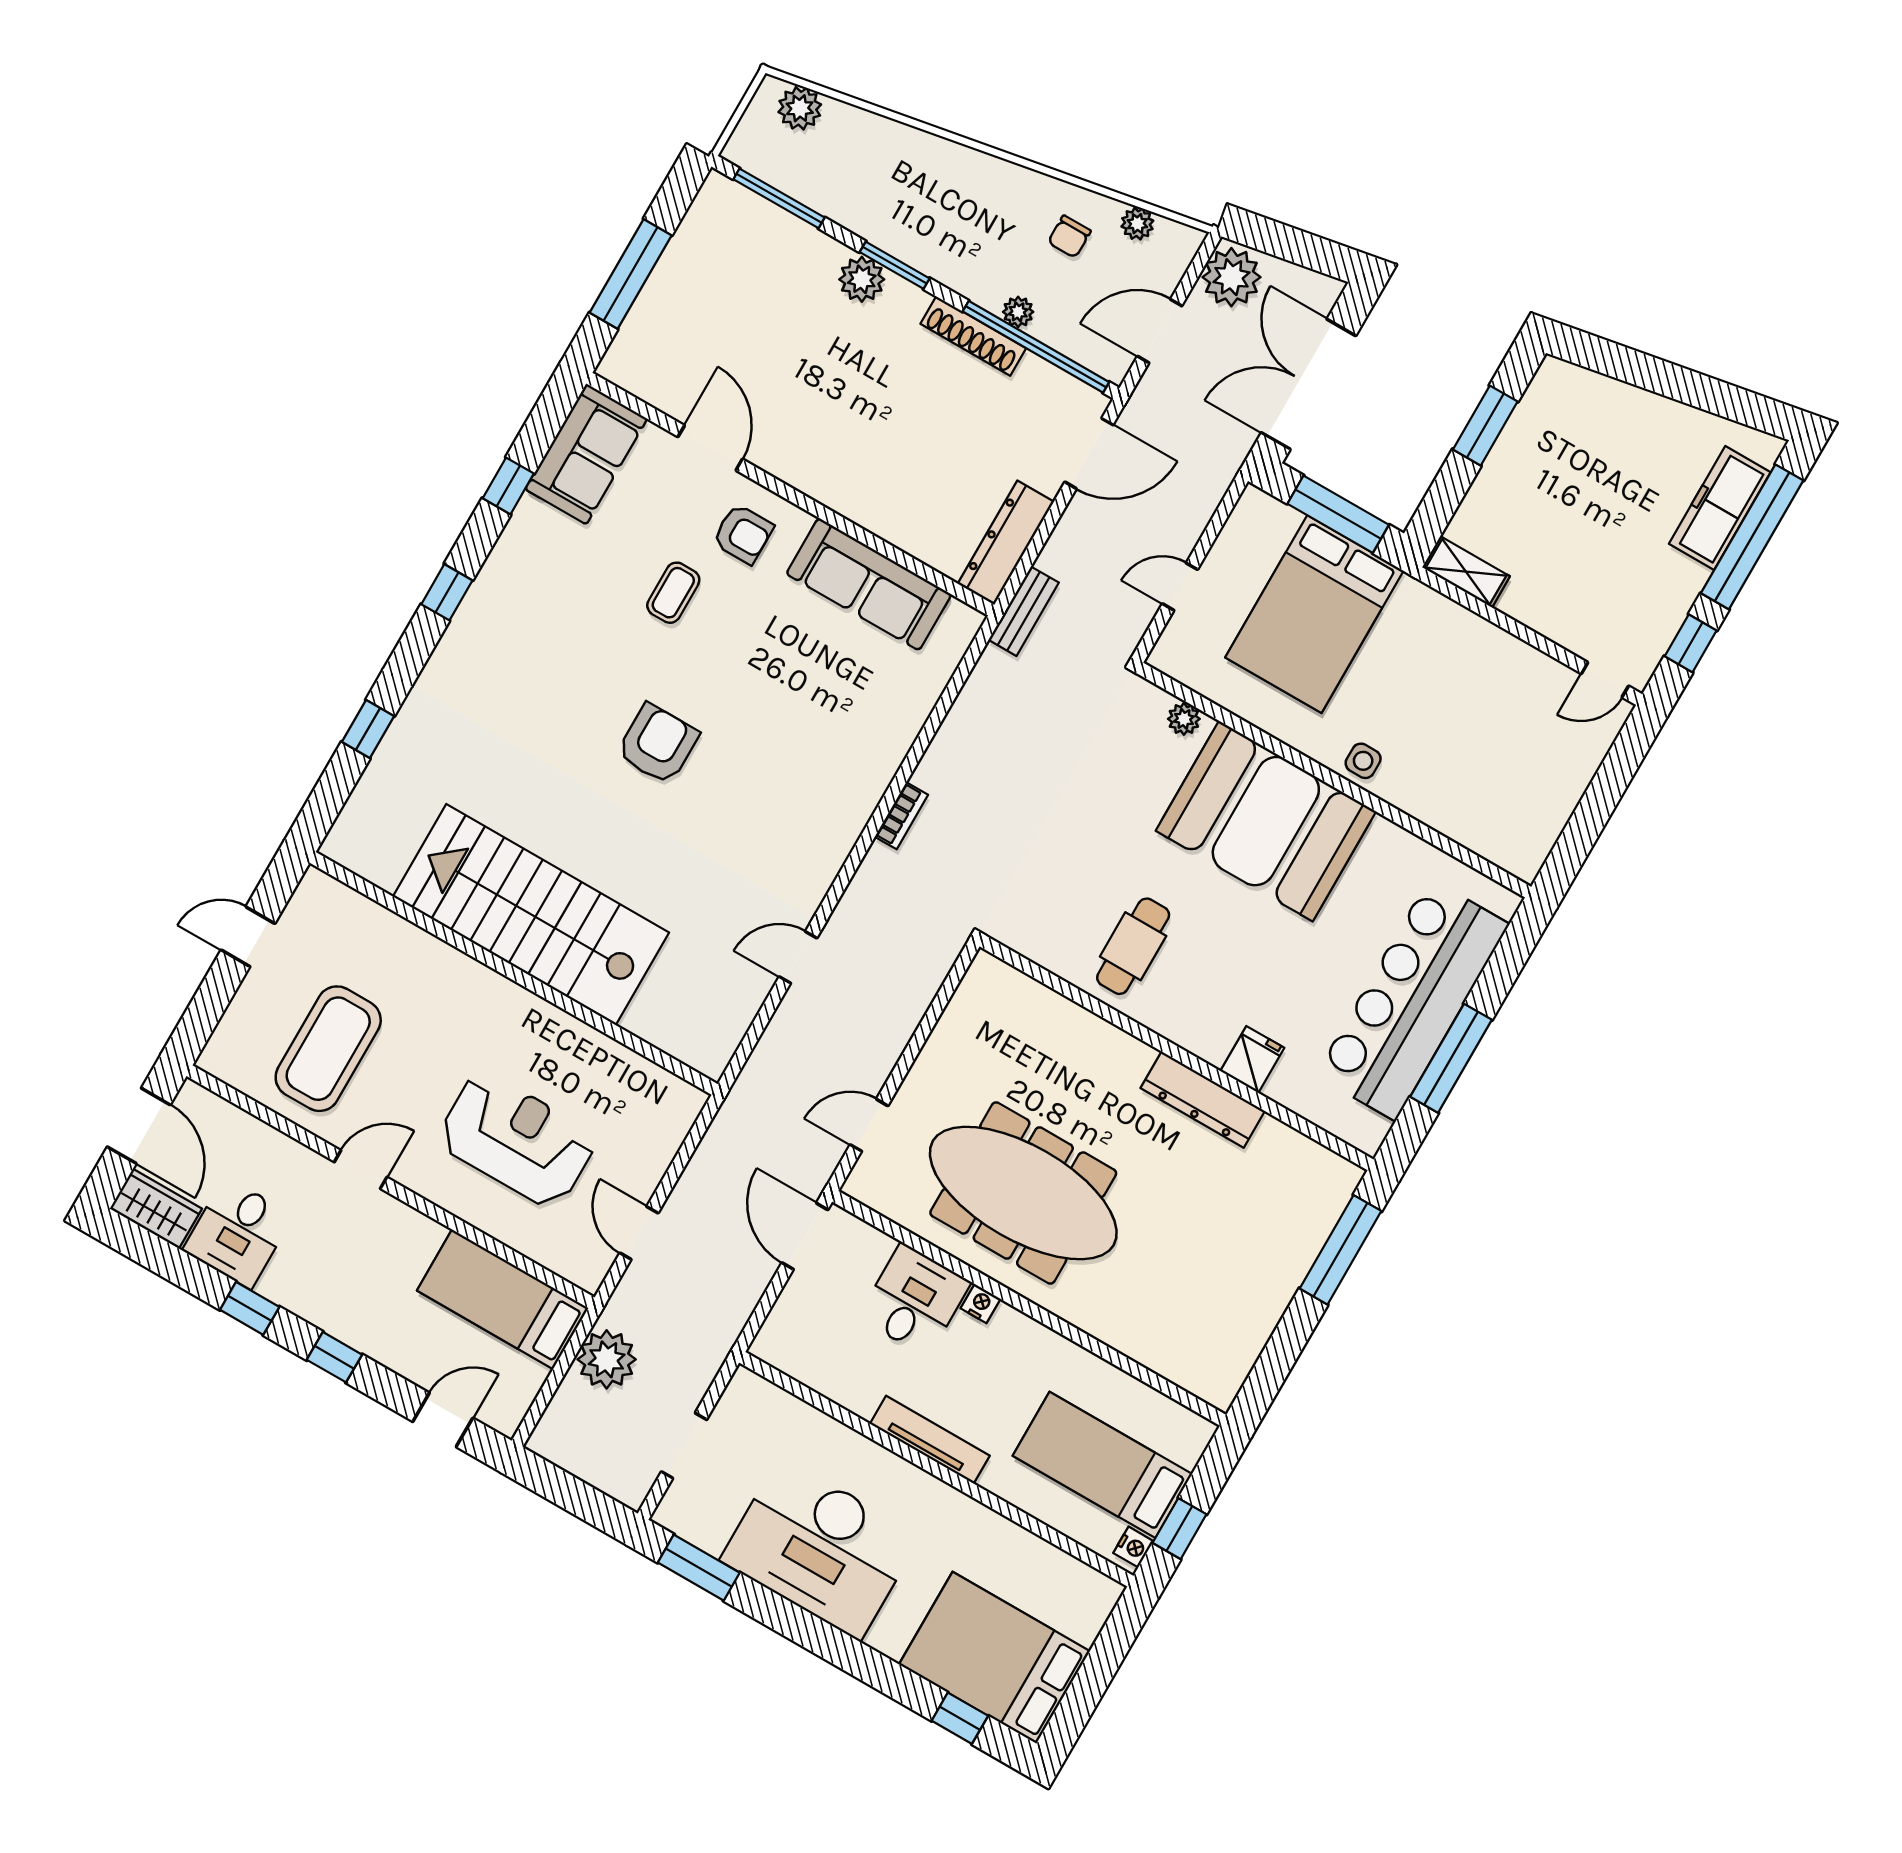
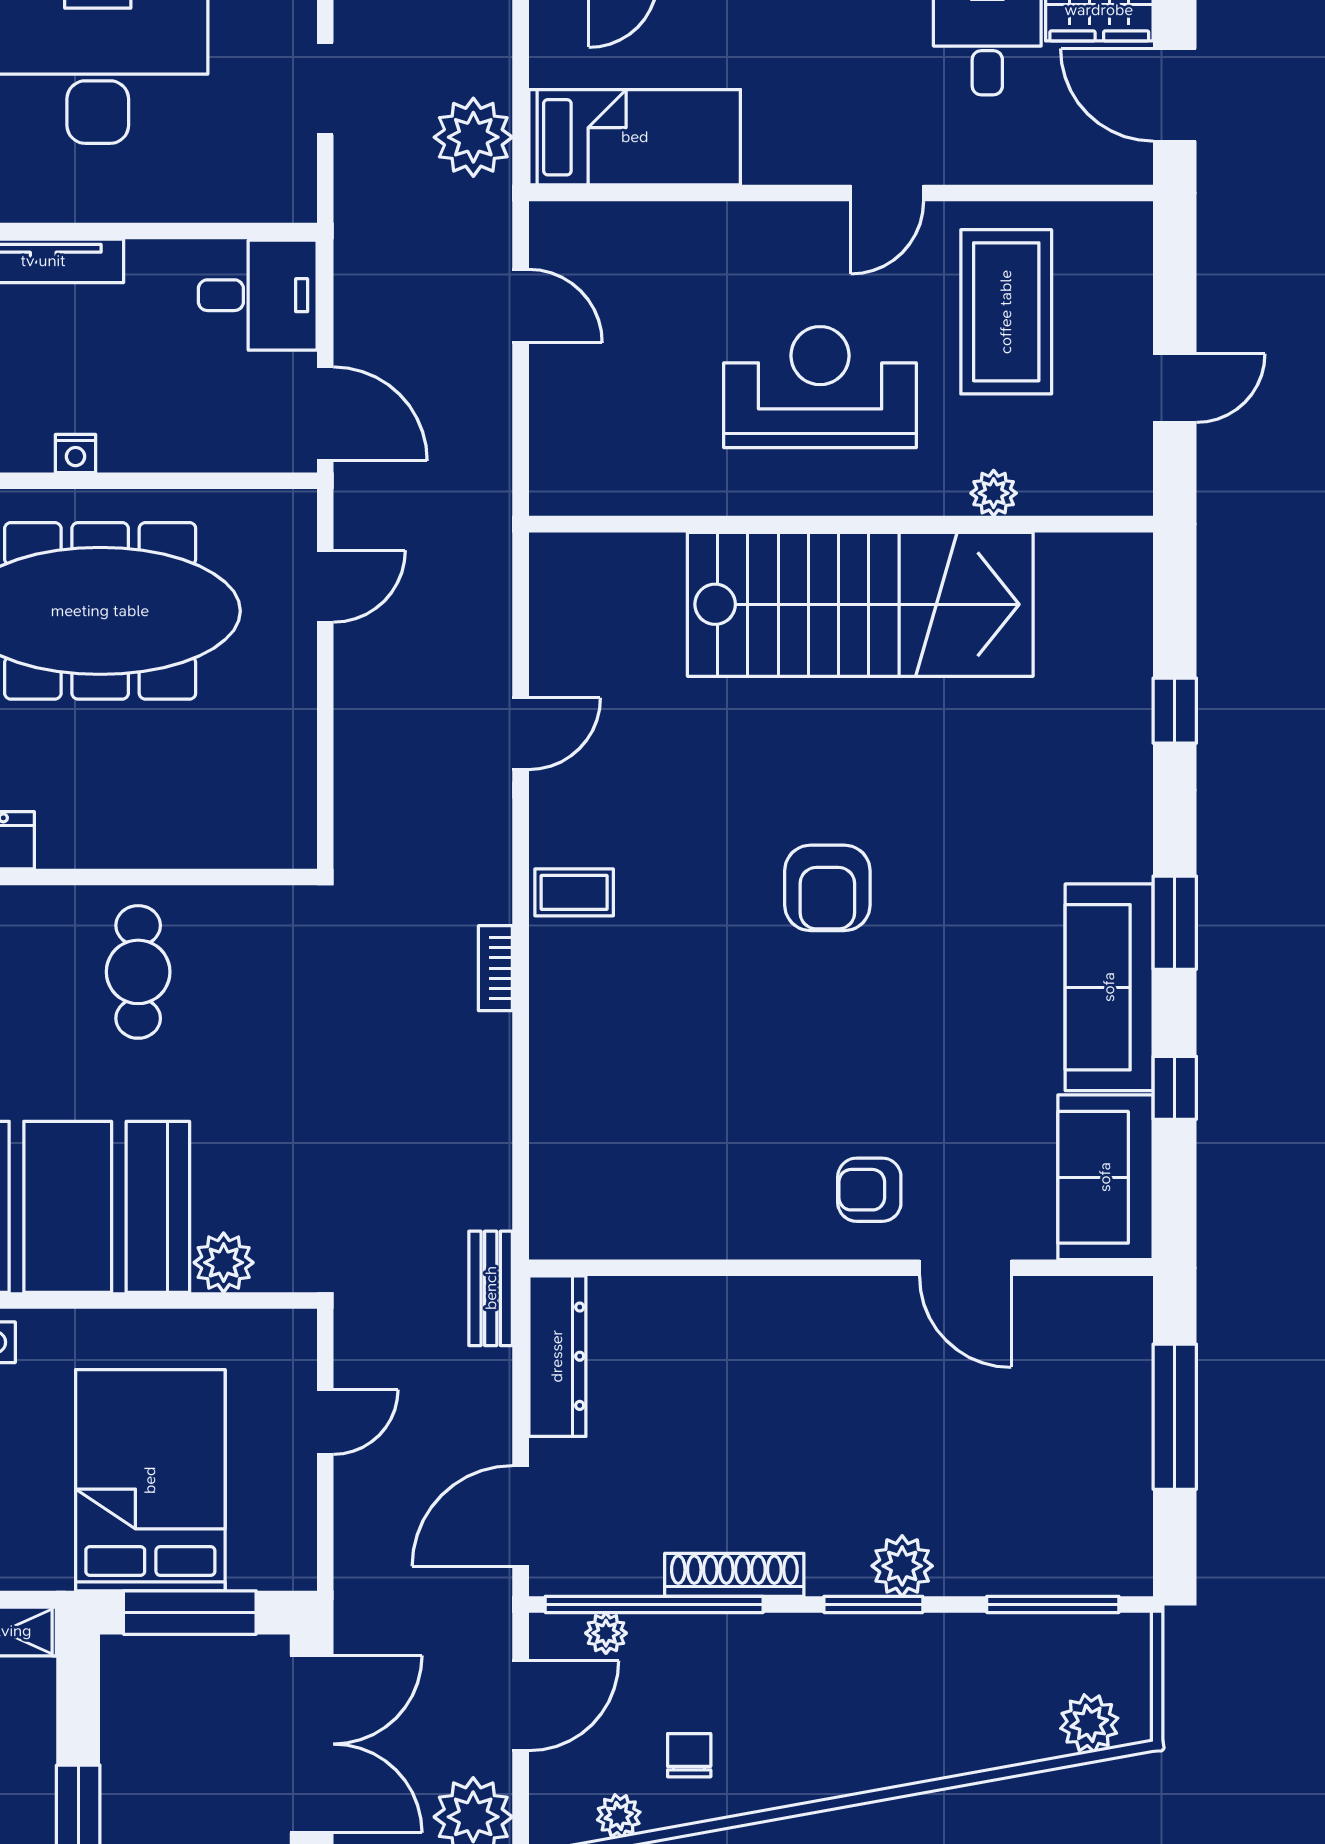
plant: (1018, 312) -> (606, 1633), moved
sofa: (869, 584) -> (1109, 987), moved, turned -90
window: (447, 592) -> (1175, 923), width x1.50
coffee table: (673, 593) -> (574, 892), moved, turned 90
plant: (1184, 719) -> (224, 1263), width x1.38, depth x1.38
plant: (404, 937) -> (994, 493), added
reception desk: (517, 1140) -> (820, 387), moved, turned 180
desk: (914, 1300) -> (258, 295), moved, turned -90

